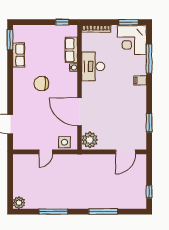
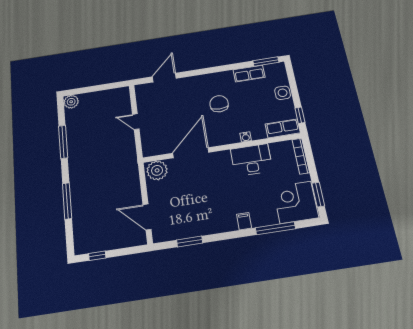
row of seats: (71, 50) -> (283, 128), moved
side table: (64, 142) -> (283, 93), moved

